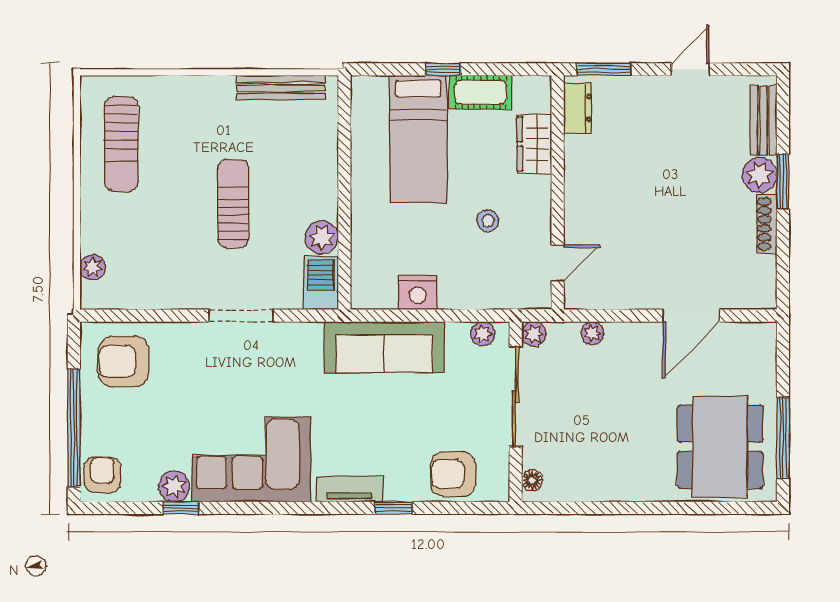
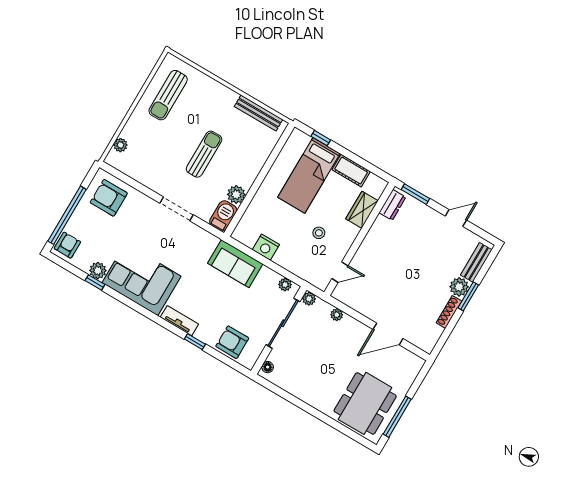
window: (443, 69) -> (321, 138), moved
sofa: (384, 347) -> (235, 264), width x0.73

